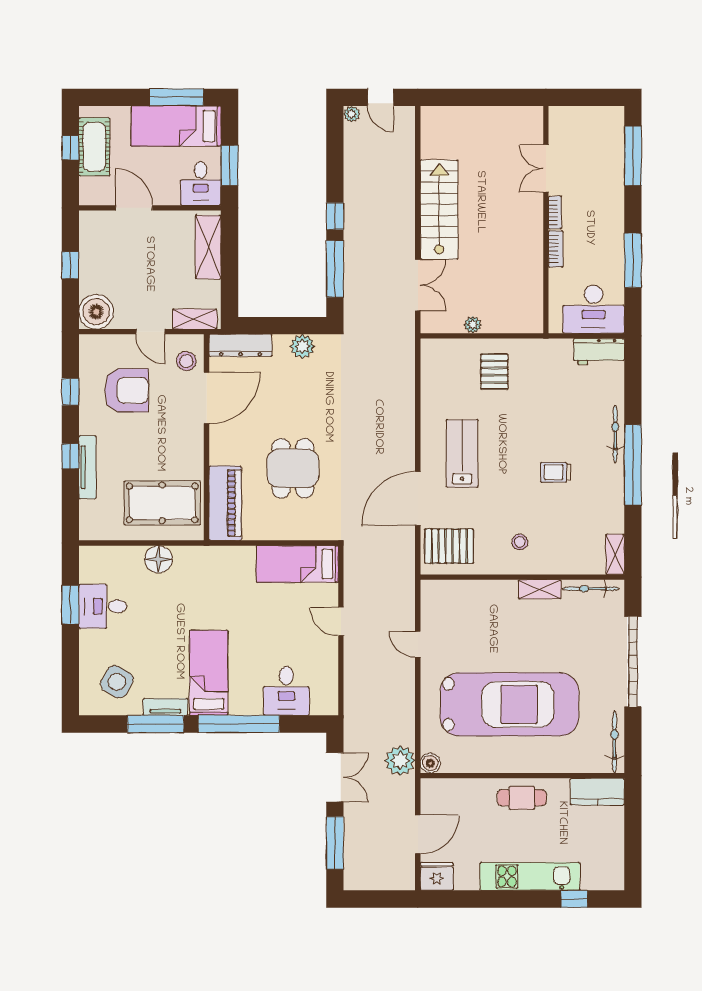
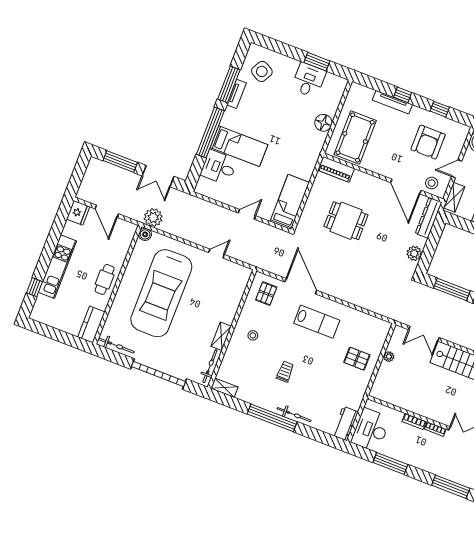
piano: (225, 503) -> (336, 169), width x0.73, depth x0.75
pallet: (449, 546) -> (266, 294), width x0.67, depth x0.71
bed: (209, 673) -> (239, 146), moved

